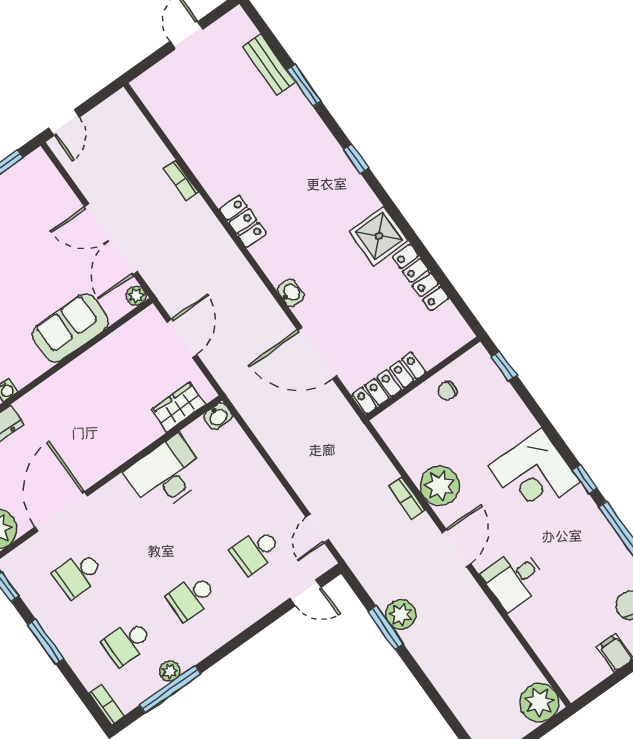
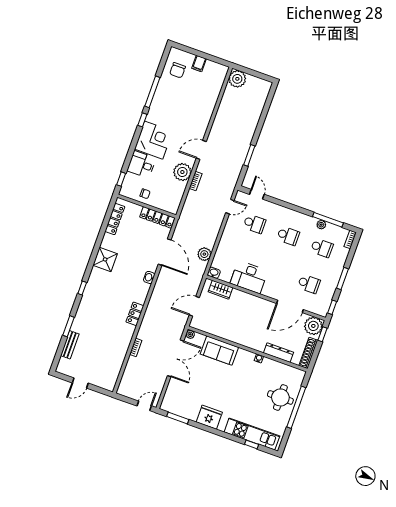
locker: (421, 278) -> (115, 219), moved
desk: (514, 579) -> (141, 164), moved, turned 180
plant: (401, 615) -> (204, 254), moved

